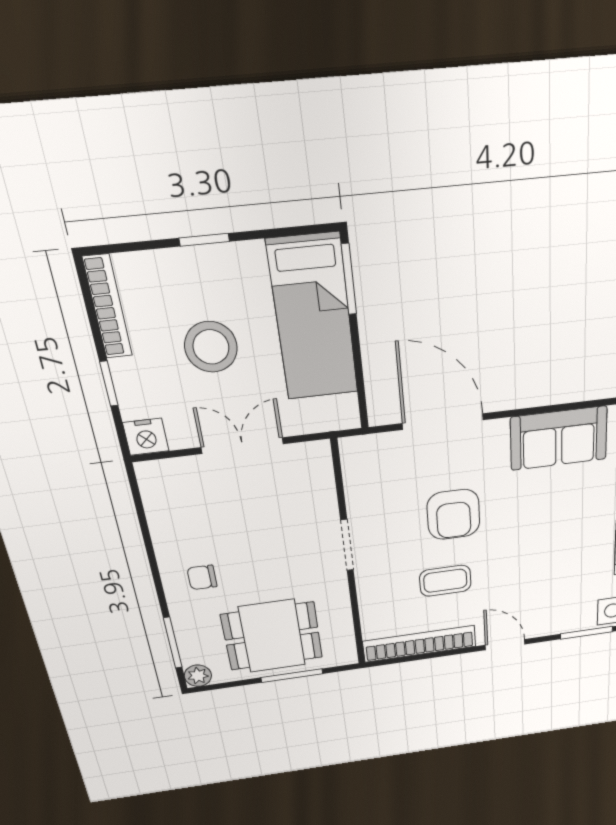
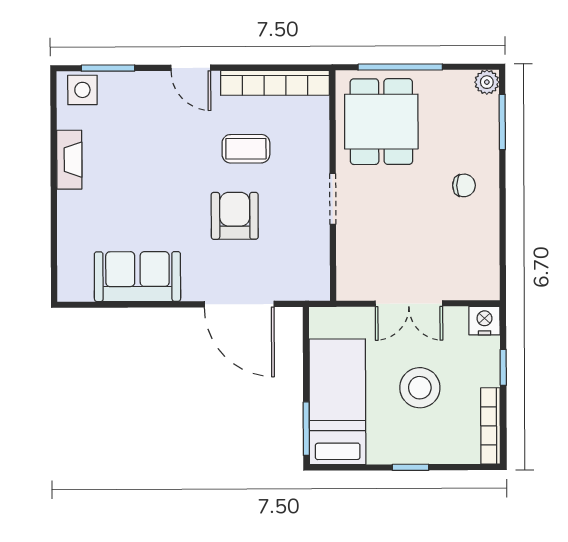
dining table: (272, 636) -> (381, 122), moved, turned 90
window: (292, 676) -> (400, 67), width x1.44

